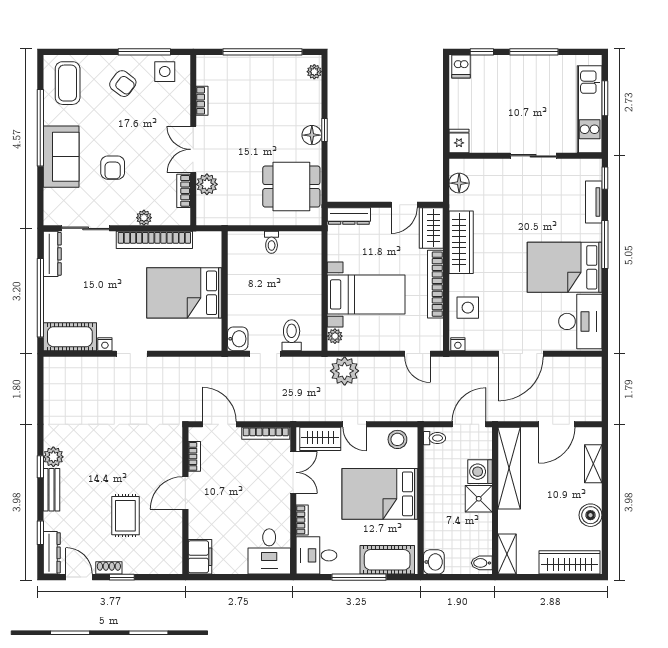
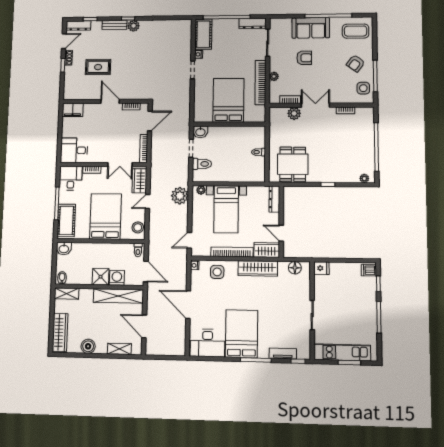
floor lamp: (312, 135) -> (325, 177), removed
armchair: (113, 168) -> (304, 58), turned 180

